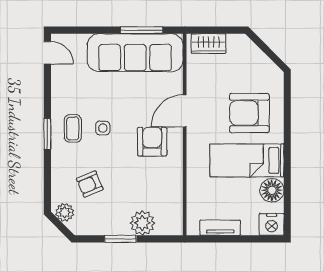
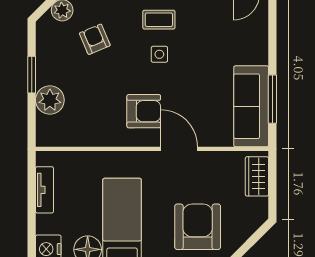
sofa: (135, 53) -> (251, 106), width x0.74, depth x0.79
armchair: (249, 113) -> (198, 227), moved

